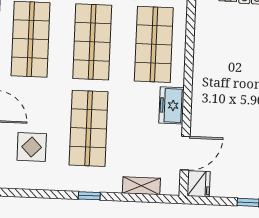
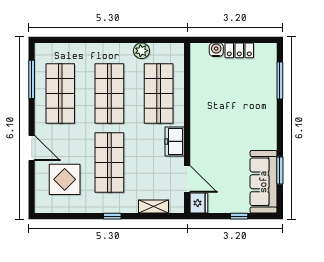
display table: (32, 147) -> (65, 179), width x1.36, depth x1.36
door: (185, 153) -> (187, 179), hinge flipped

